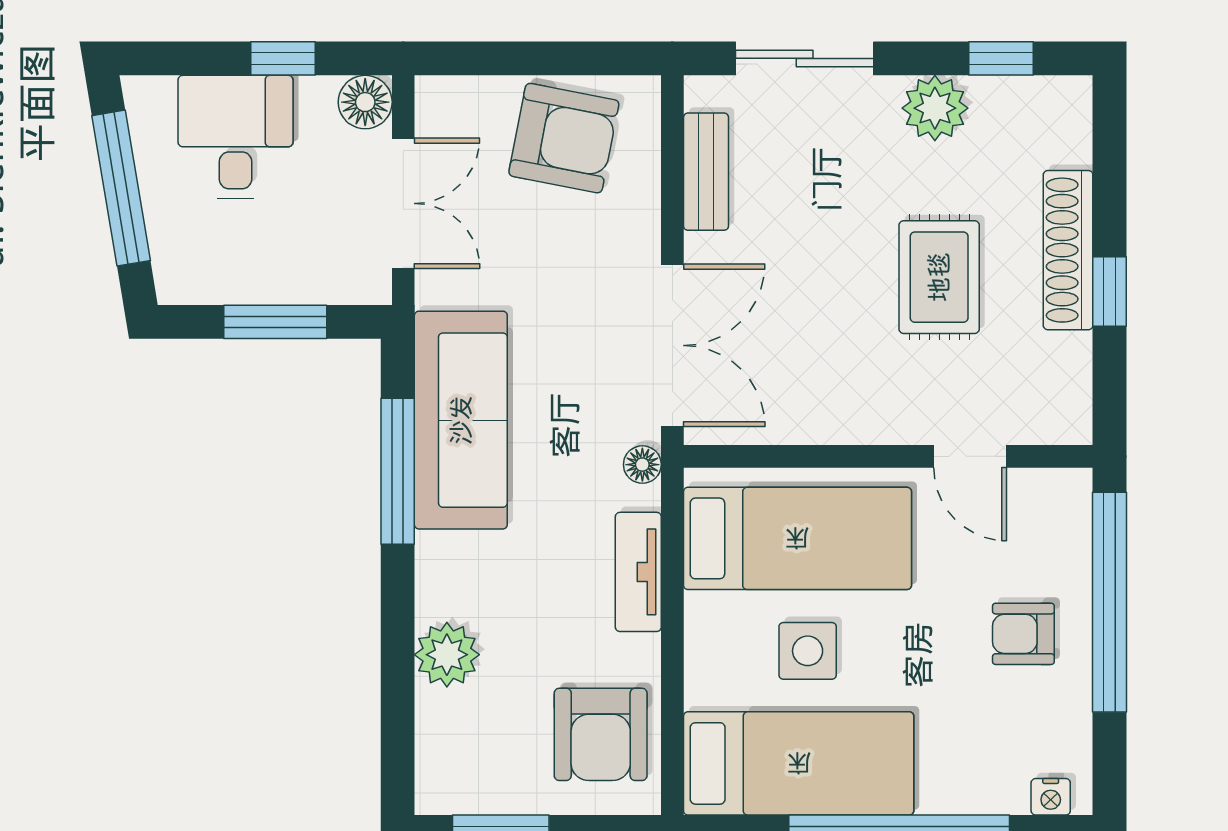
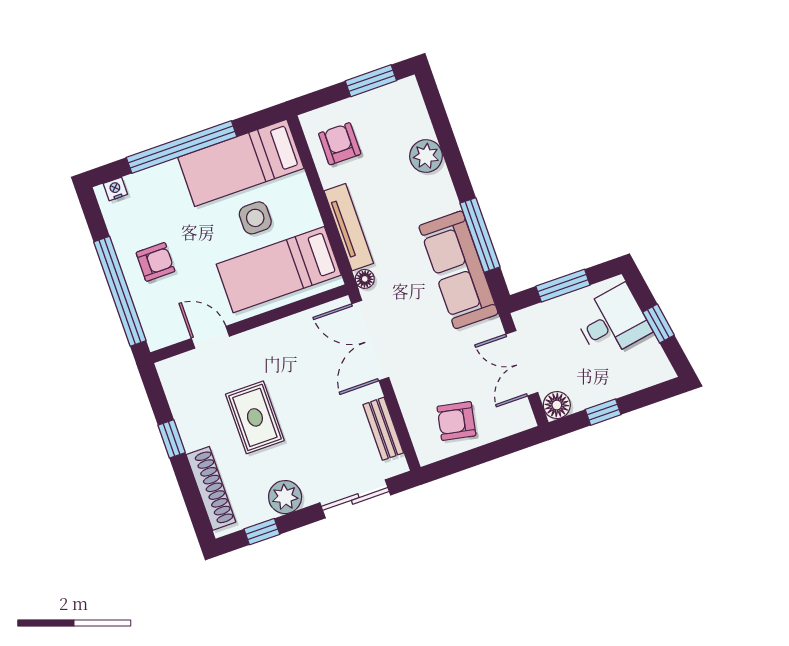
desk: (236, 137) -> (612, 322), moved, turned -99
armchair: (564, 138) -> (456, 421), width x0.72, depth x0.72
window: (121, 188) -> (658, 324), width x0.46
shoe rack: (1068, 250) -> (211, 488), moved
tv unit: (638, 572) -> (349, 227), width x1.41
armchair: (601, 734) -> (340, 144), width x0.72, depth x0.72

